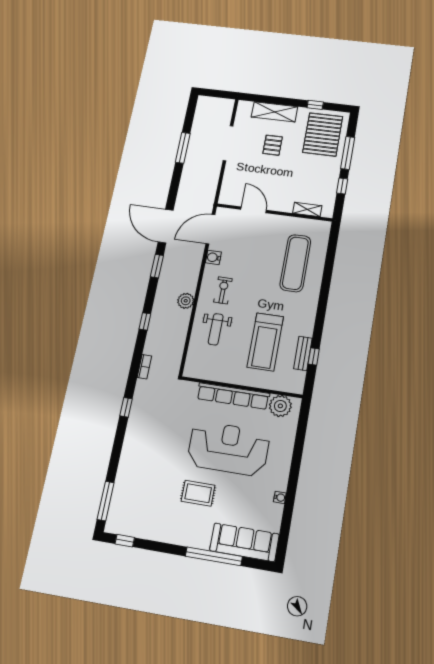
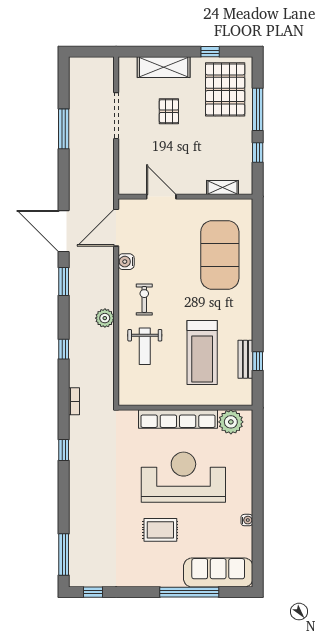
exercise mat: (295, 263) -> (220, 255), width x1.47

